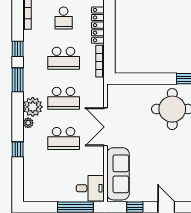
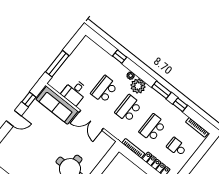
double door: (105, 127) -> (91, 120), swing flipped
desk: (90, 188) -> (75, 92), moved

